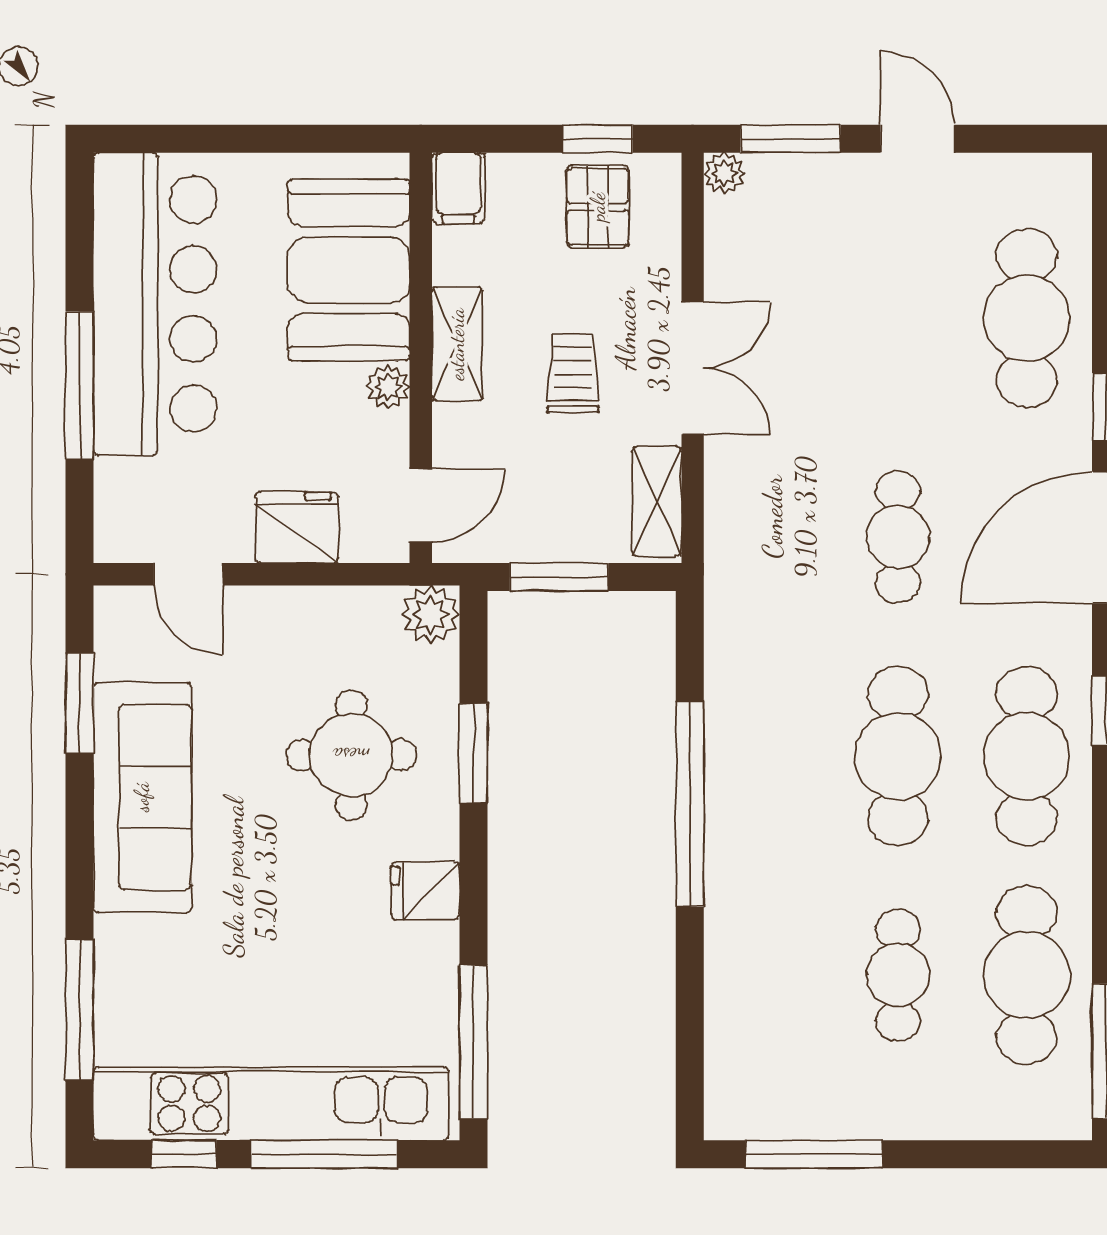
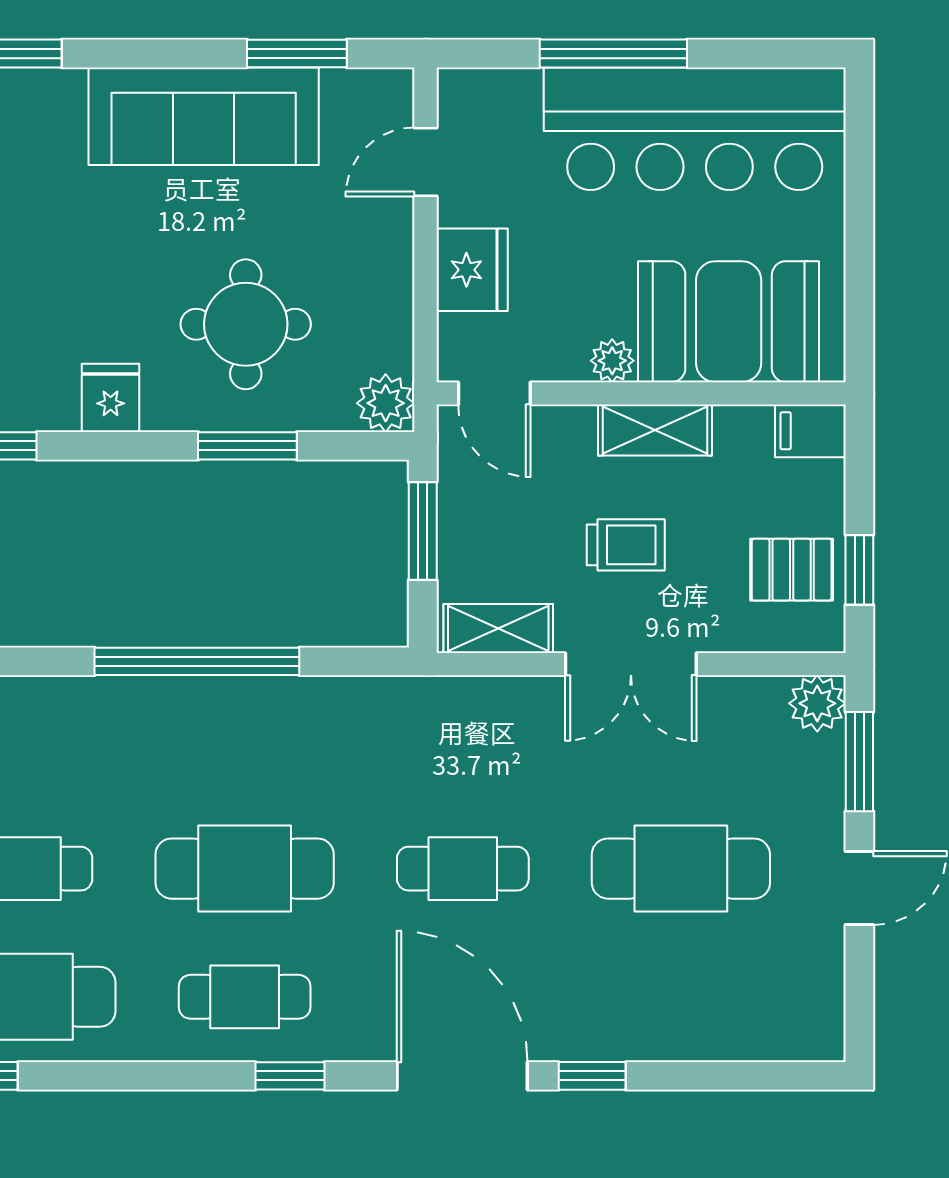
plant: (724, 173) -> (817, 703), width x1.38, depth x1.38
cafe table: (1027, 318) -> (681, 869), moved
cafe table: (1027, 756) -> (245, 997), width x0.73, depth x0.74

